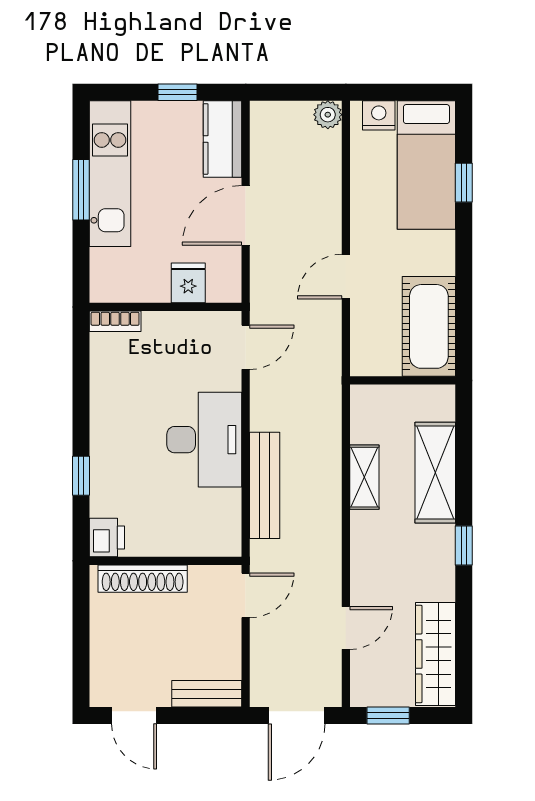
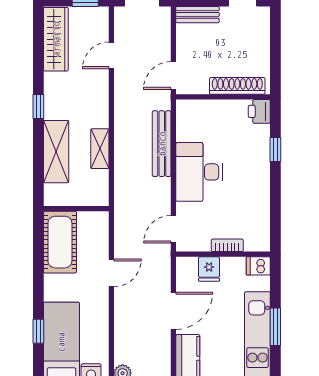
dishwasher: (109, 288) -> (258, 266), added
bookcase: (115, 321) -> (227, 245), moved

